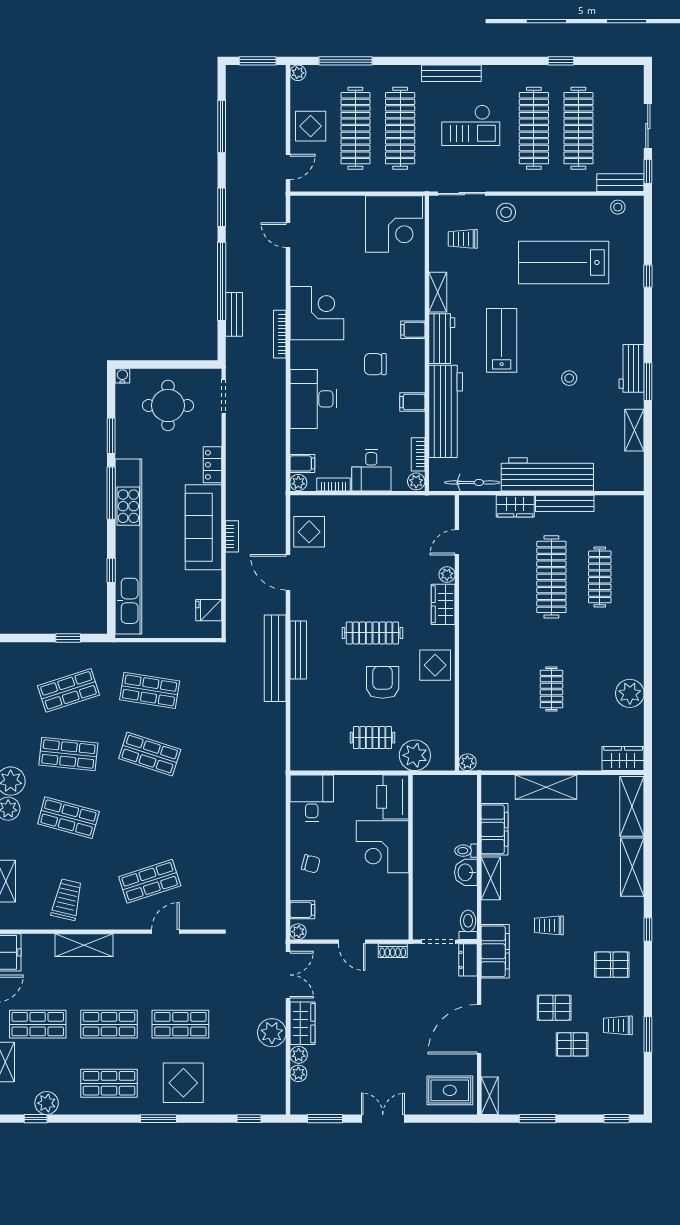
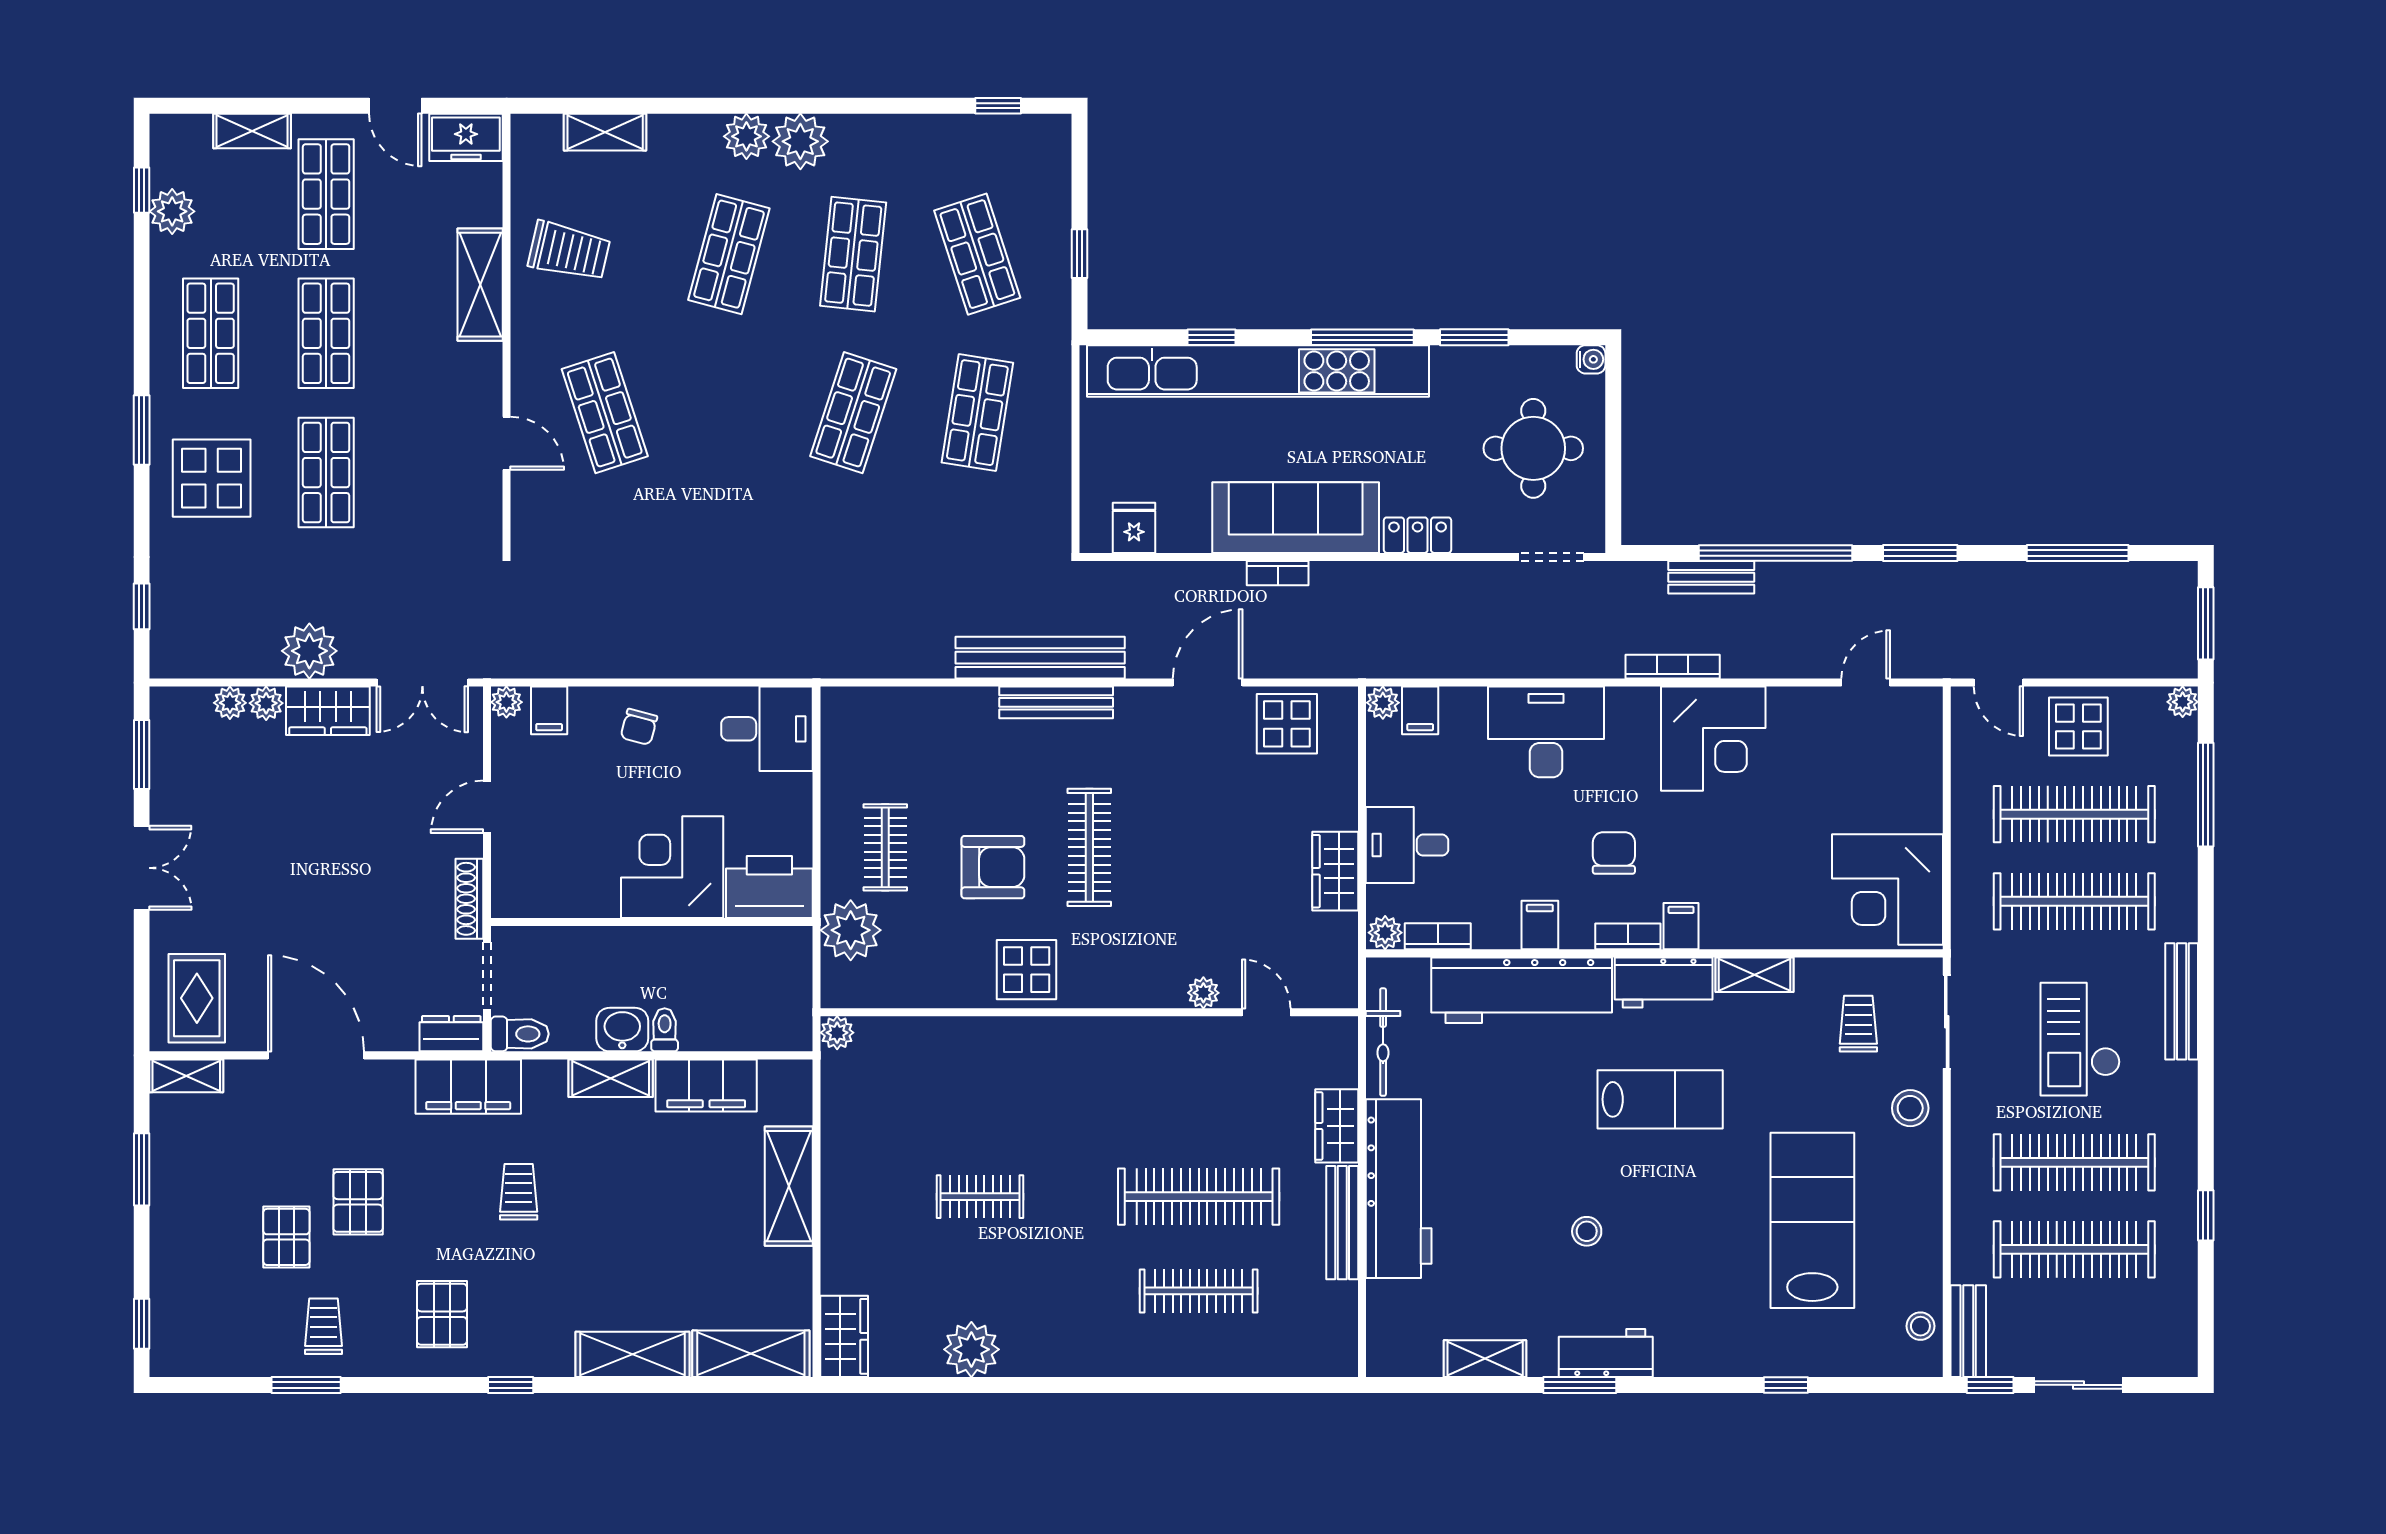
bookcase: (334, 485) -> (1628, 936), moved, turned -90
wardrobe: (443, 604) -> (1335, 871), moved, turned -90
shoe rack: (393, 951) -> (469, 899), width x1.43

